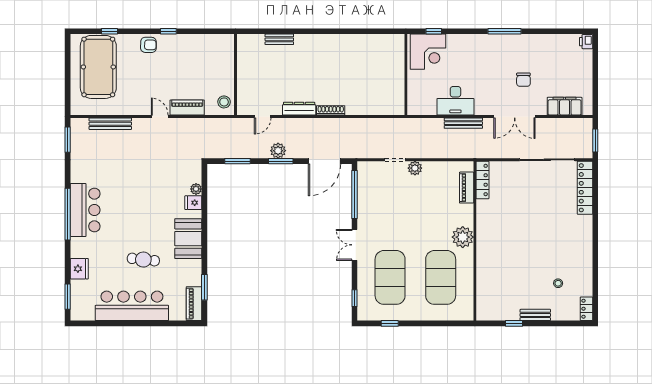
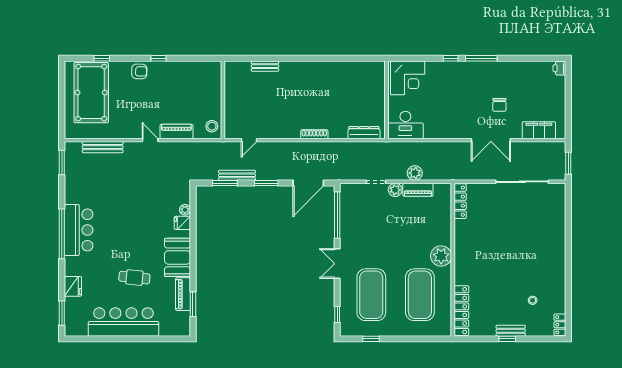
window: (434, 31) -> (451, 58), moved
desk: (455, 101) -> (405, 125), moved
dresser: (299, 109) -> (364, 133), moved
bench: (463, 123) -> (237, 175), moved
plant: (278, 151) -> (415, 173), moved
piano: (467, 188) -> (418, 190), moved, turned -90
locker: (585, 188) -> (461, 311), moved, turned 180
piano: (194, 304) -> (183, 294), moved
window: (514, 323) -> (507, 339), moved

